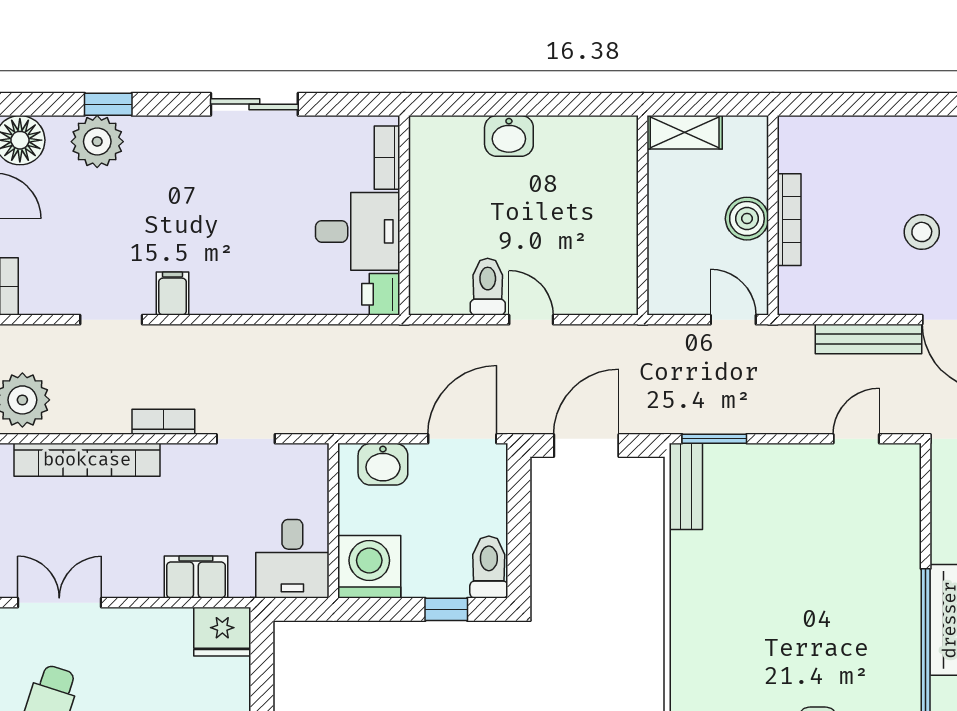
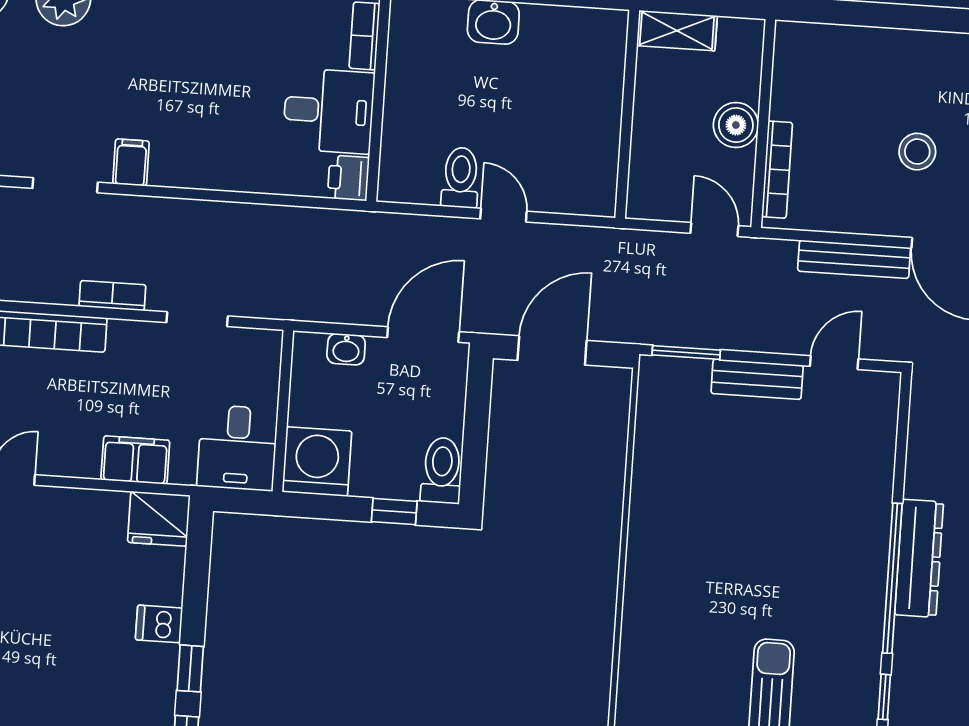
bookcase: (789, 220) -> (777, 170), moved
washbasin: (383, 464) -> (346, 349), width x0.72, depth x0.69
bench: (686, 486) -> (757, 379), moved, turned 90

